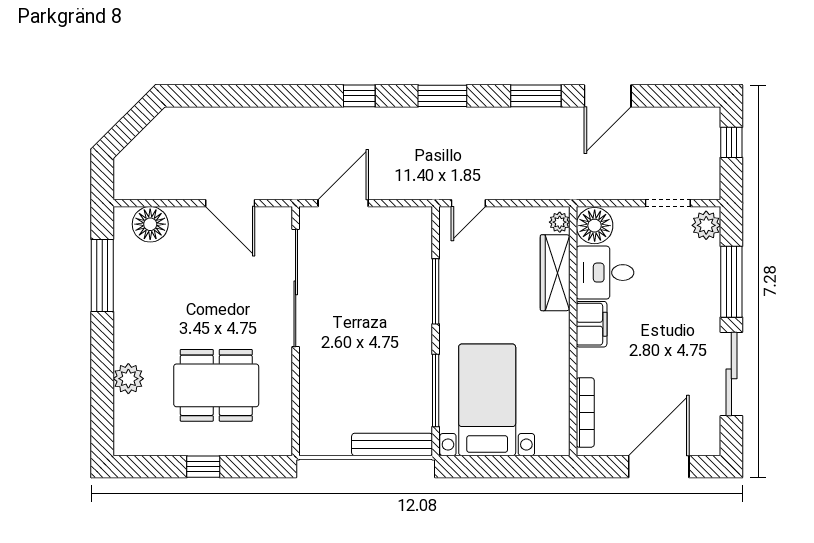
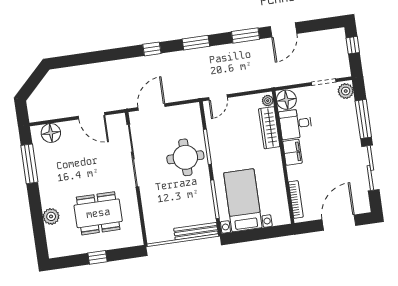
round table: (392, 305) -> (185, 157), added

